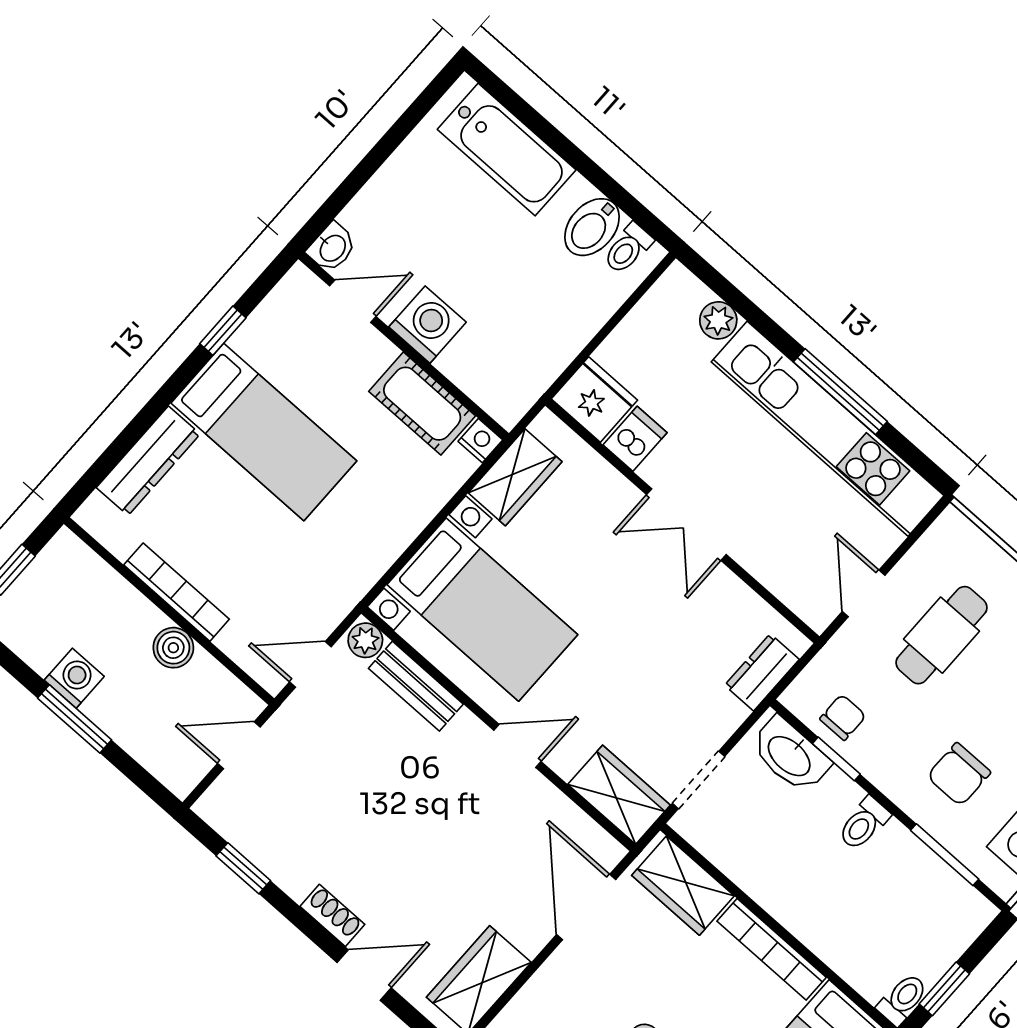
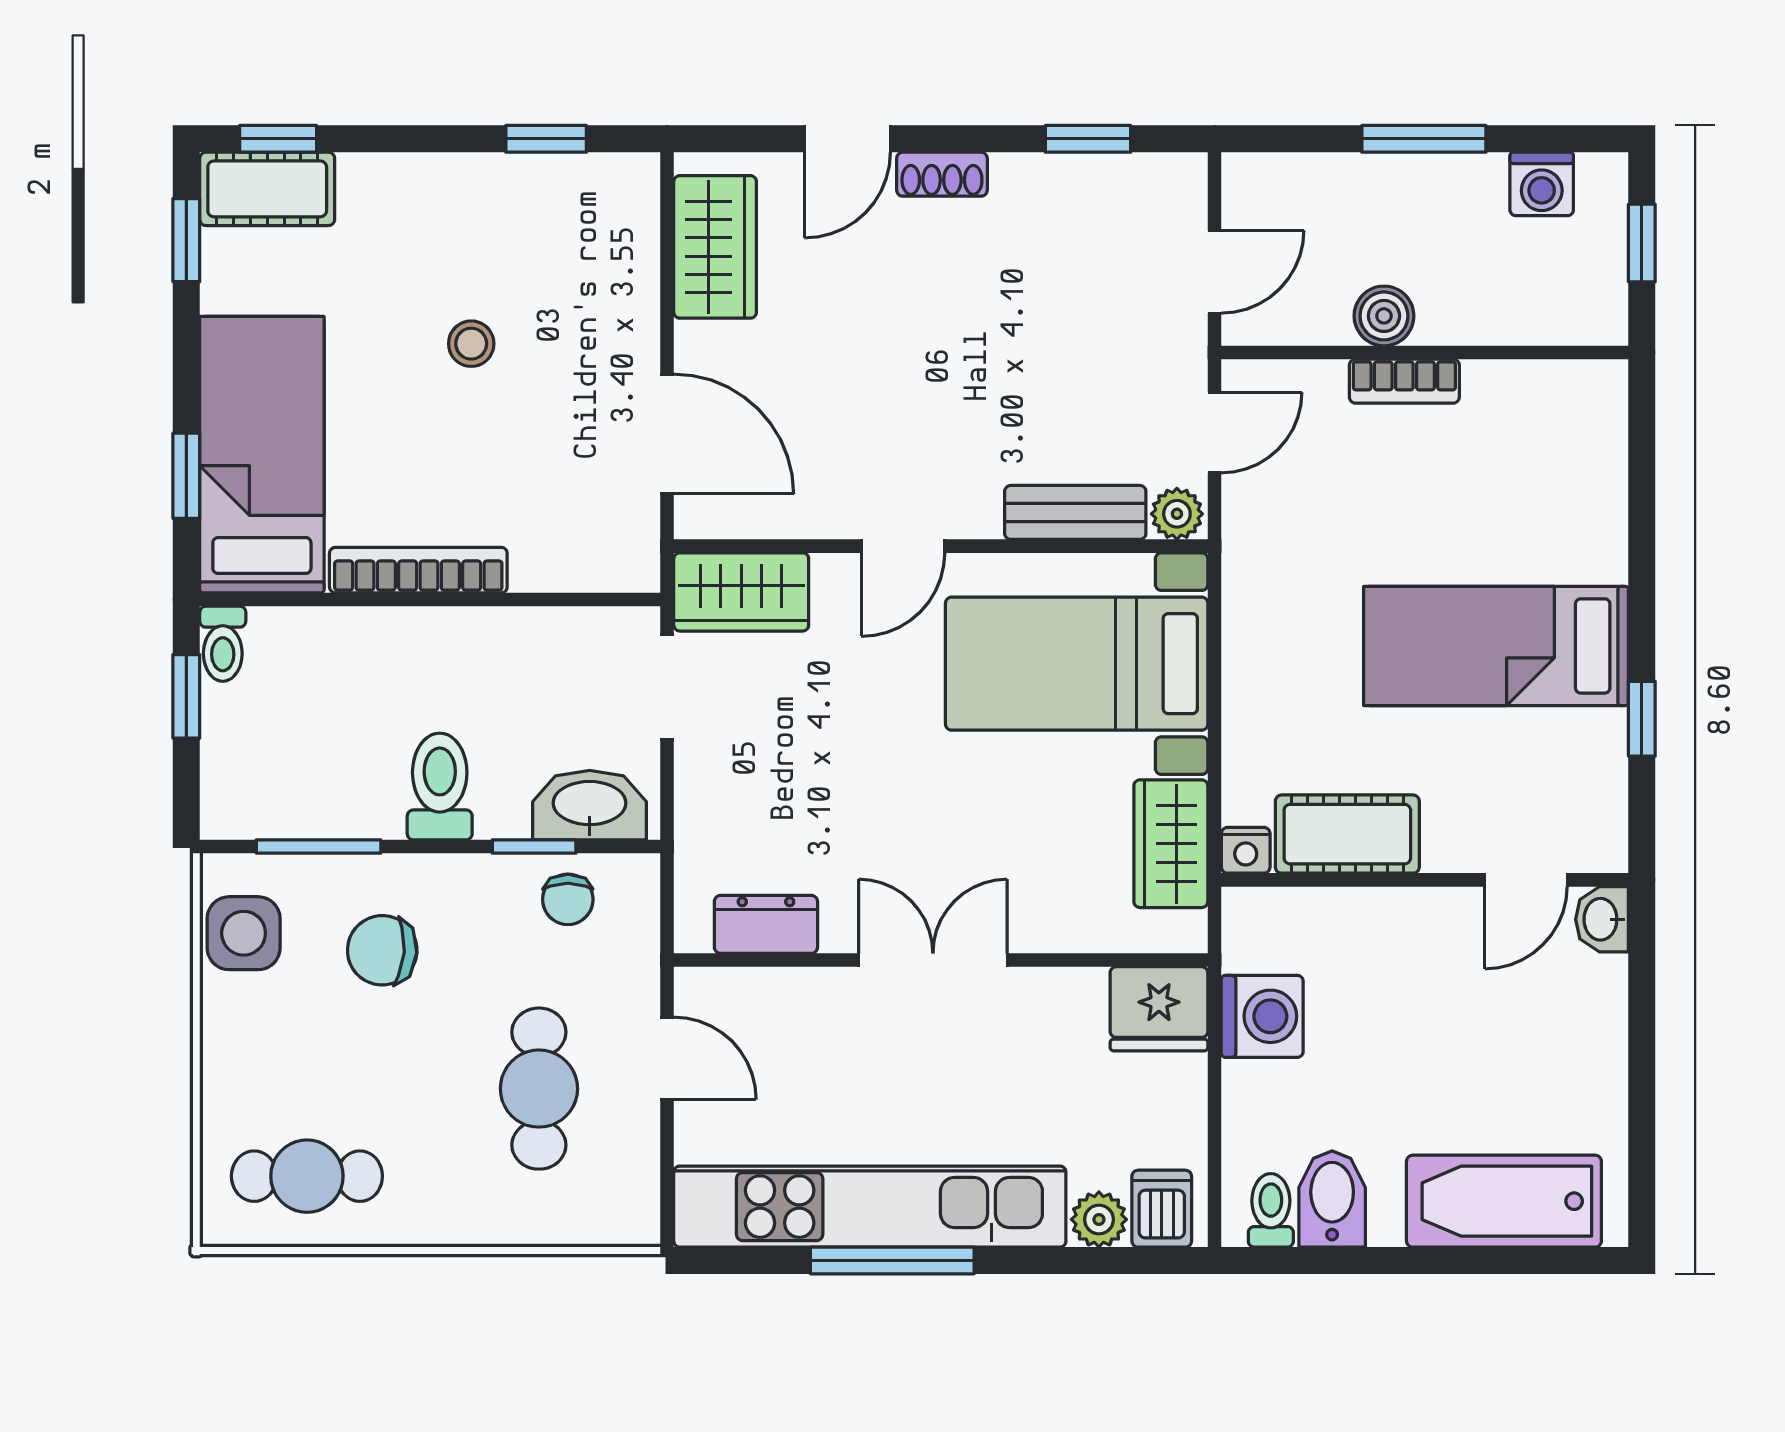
washing machine: (428, 325) -> (1262, 1016), moved, turned -90
dishwasher: (635, 439) -> (1162, 1209), moved, turned 180
dresser: (148, 461) -> (1597, 500), removed
bookcase: (177, 592) -> (1404, 381), width x0.64
dresser: (762, 672) -> (766, 924), moved, turned -90
washing machine: (74, 678) -> (1542, 184), moved
chair: (959, 774) -> (382, 950), turned -86
toilet: (864, 824) -> (440, 786), width x1.37, depth x1.39
wardrobe: (683, 886) -> (580, 554), removed

